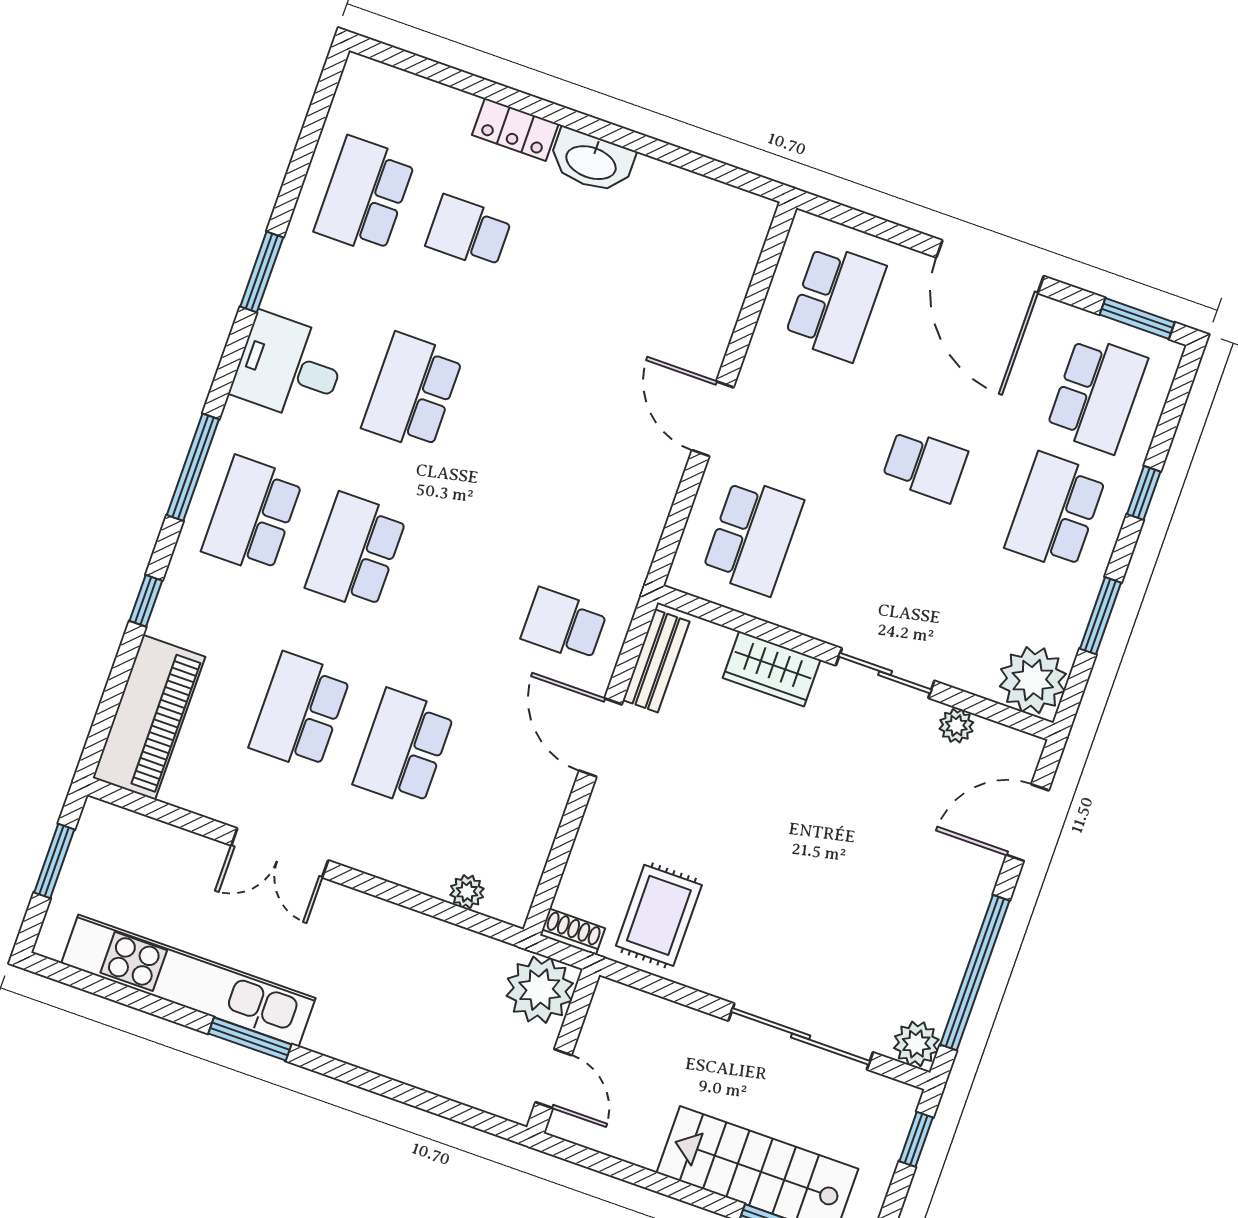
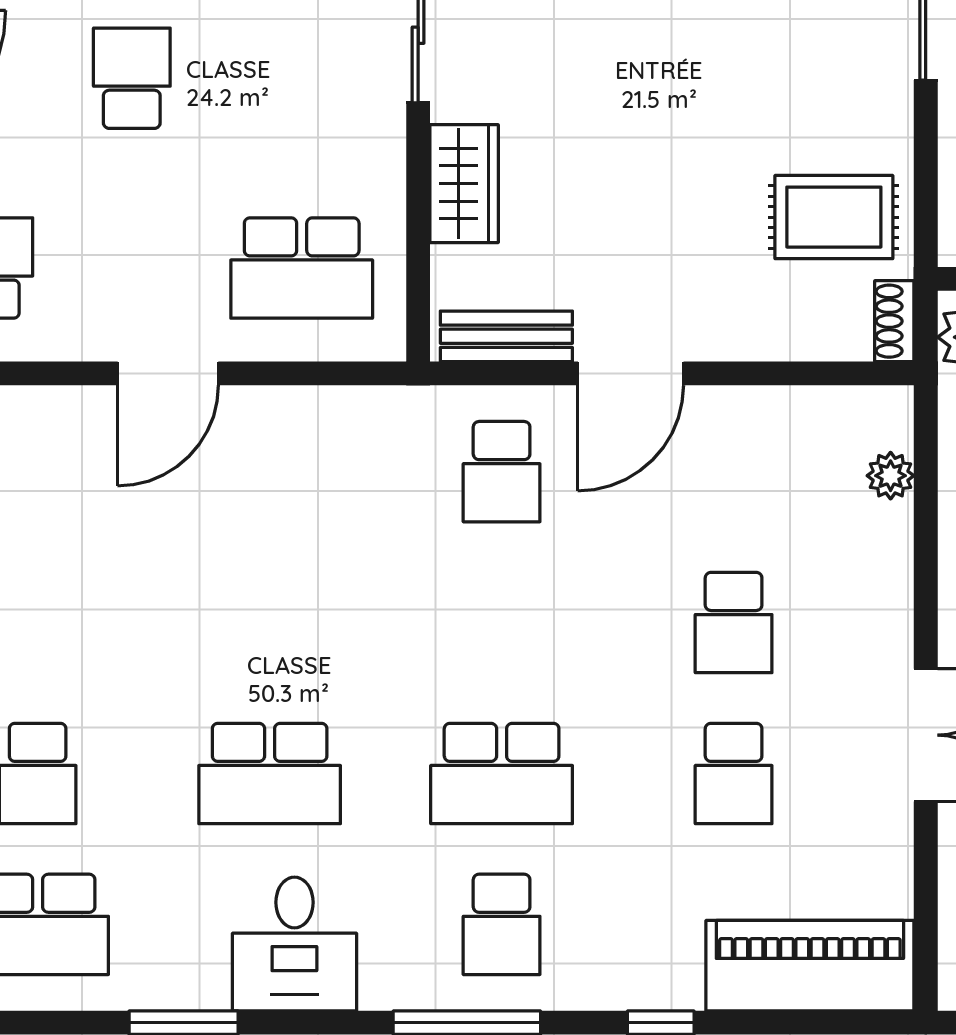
school desk: (252, 515) -> (502, 924), width x0.54
school desk: (753, 536) -> (302, 268), turned 180
school desk: (300, 711) -> (734, 773), width x0.54
school desk: (404, 748) -> (734, 623), width x0.54

